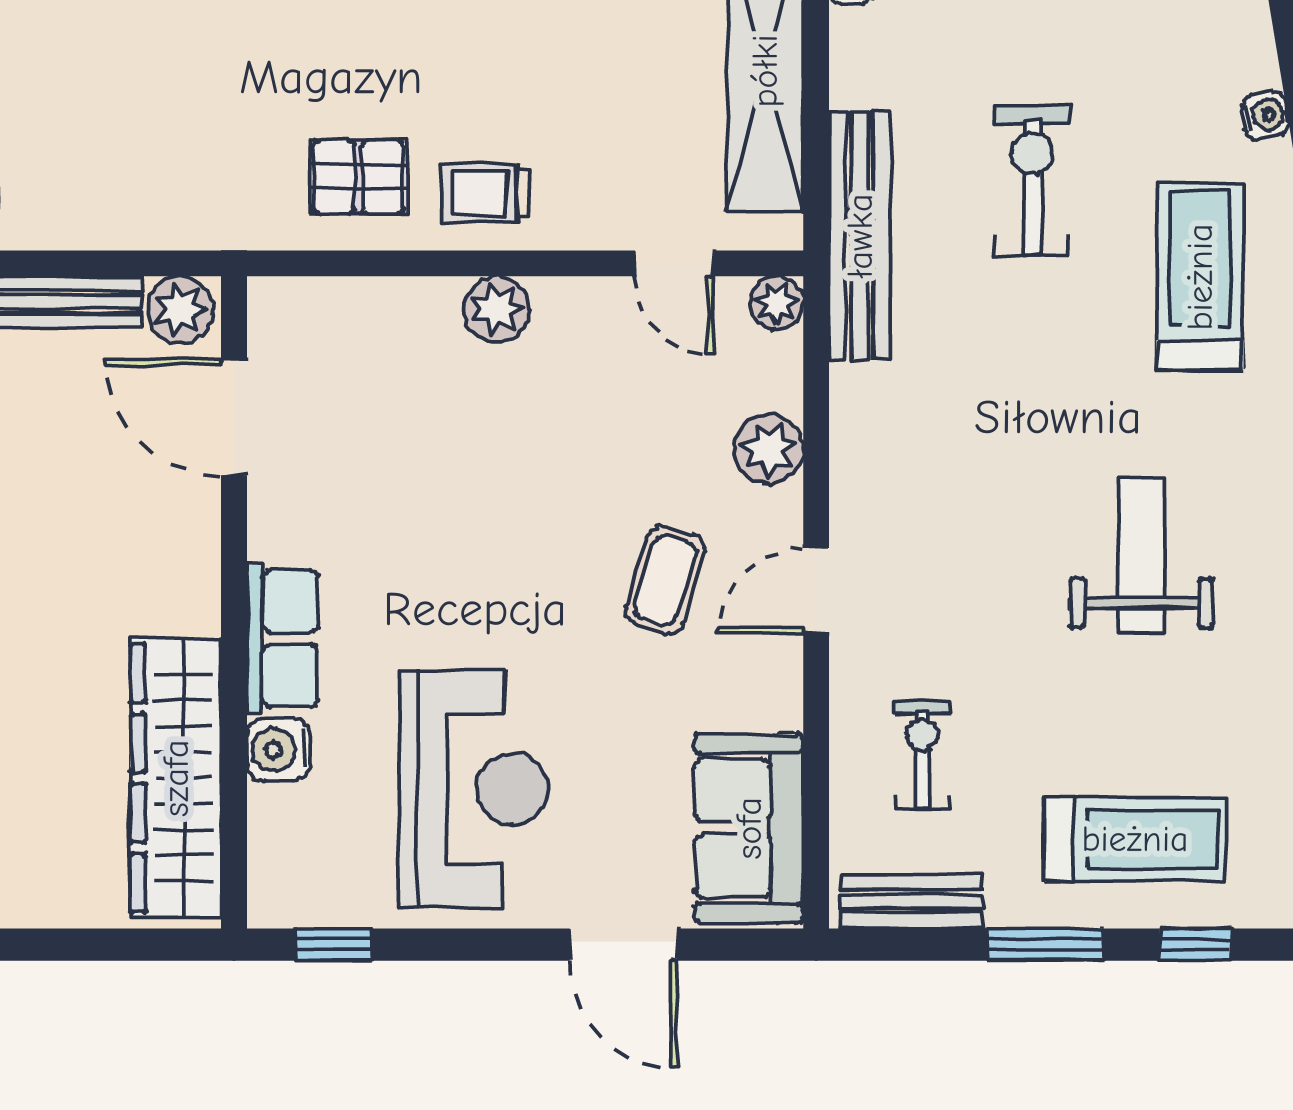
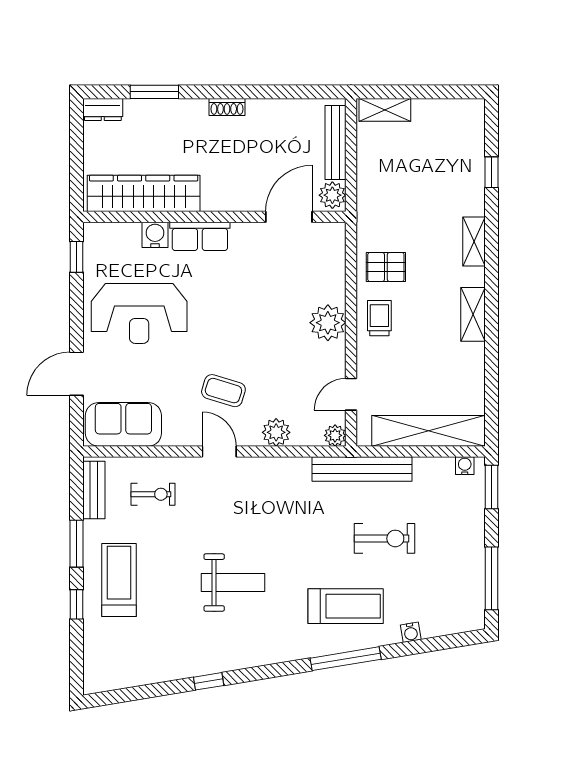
pallet: (358, 177) -> (386, 267), turned 90
plant: (497, 309) -> (328, 323), width x1.36, depth x1.36
treadmill: (1135, 839) -> (119, 580), turned 180

